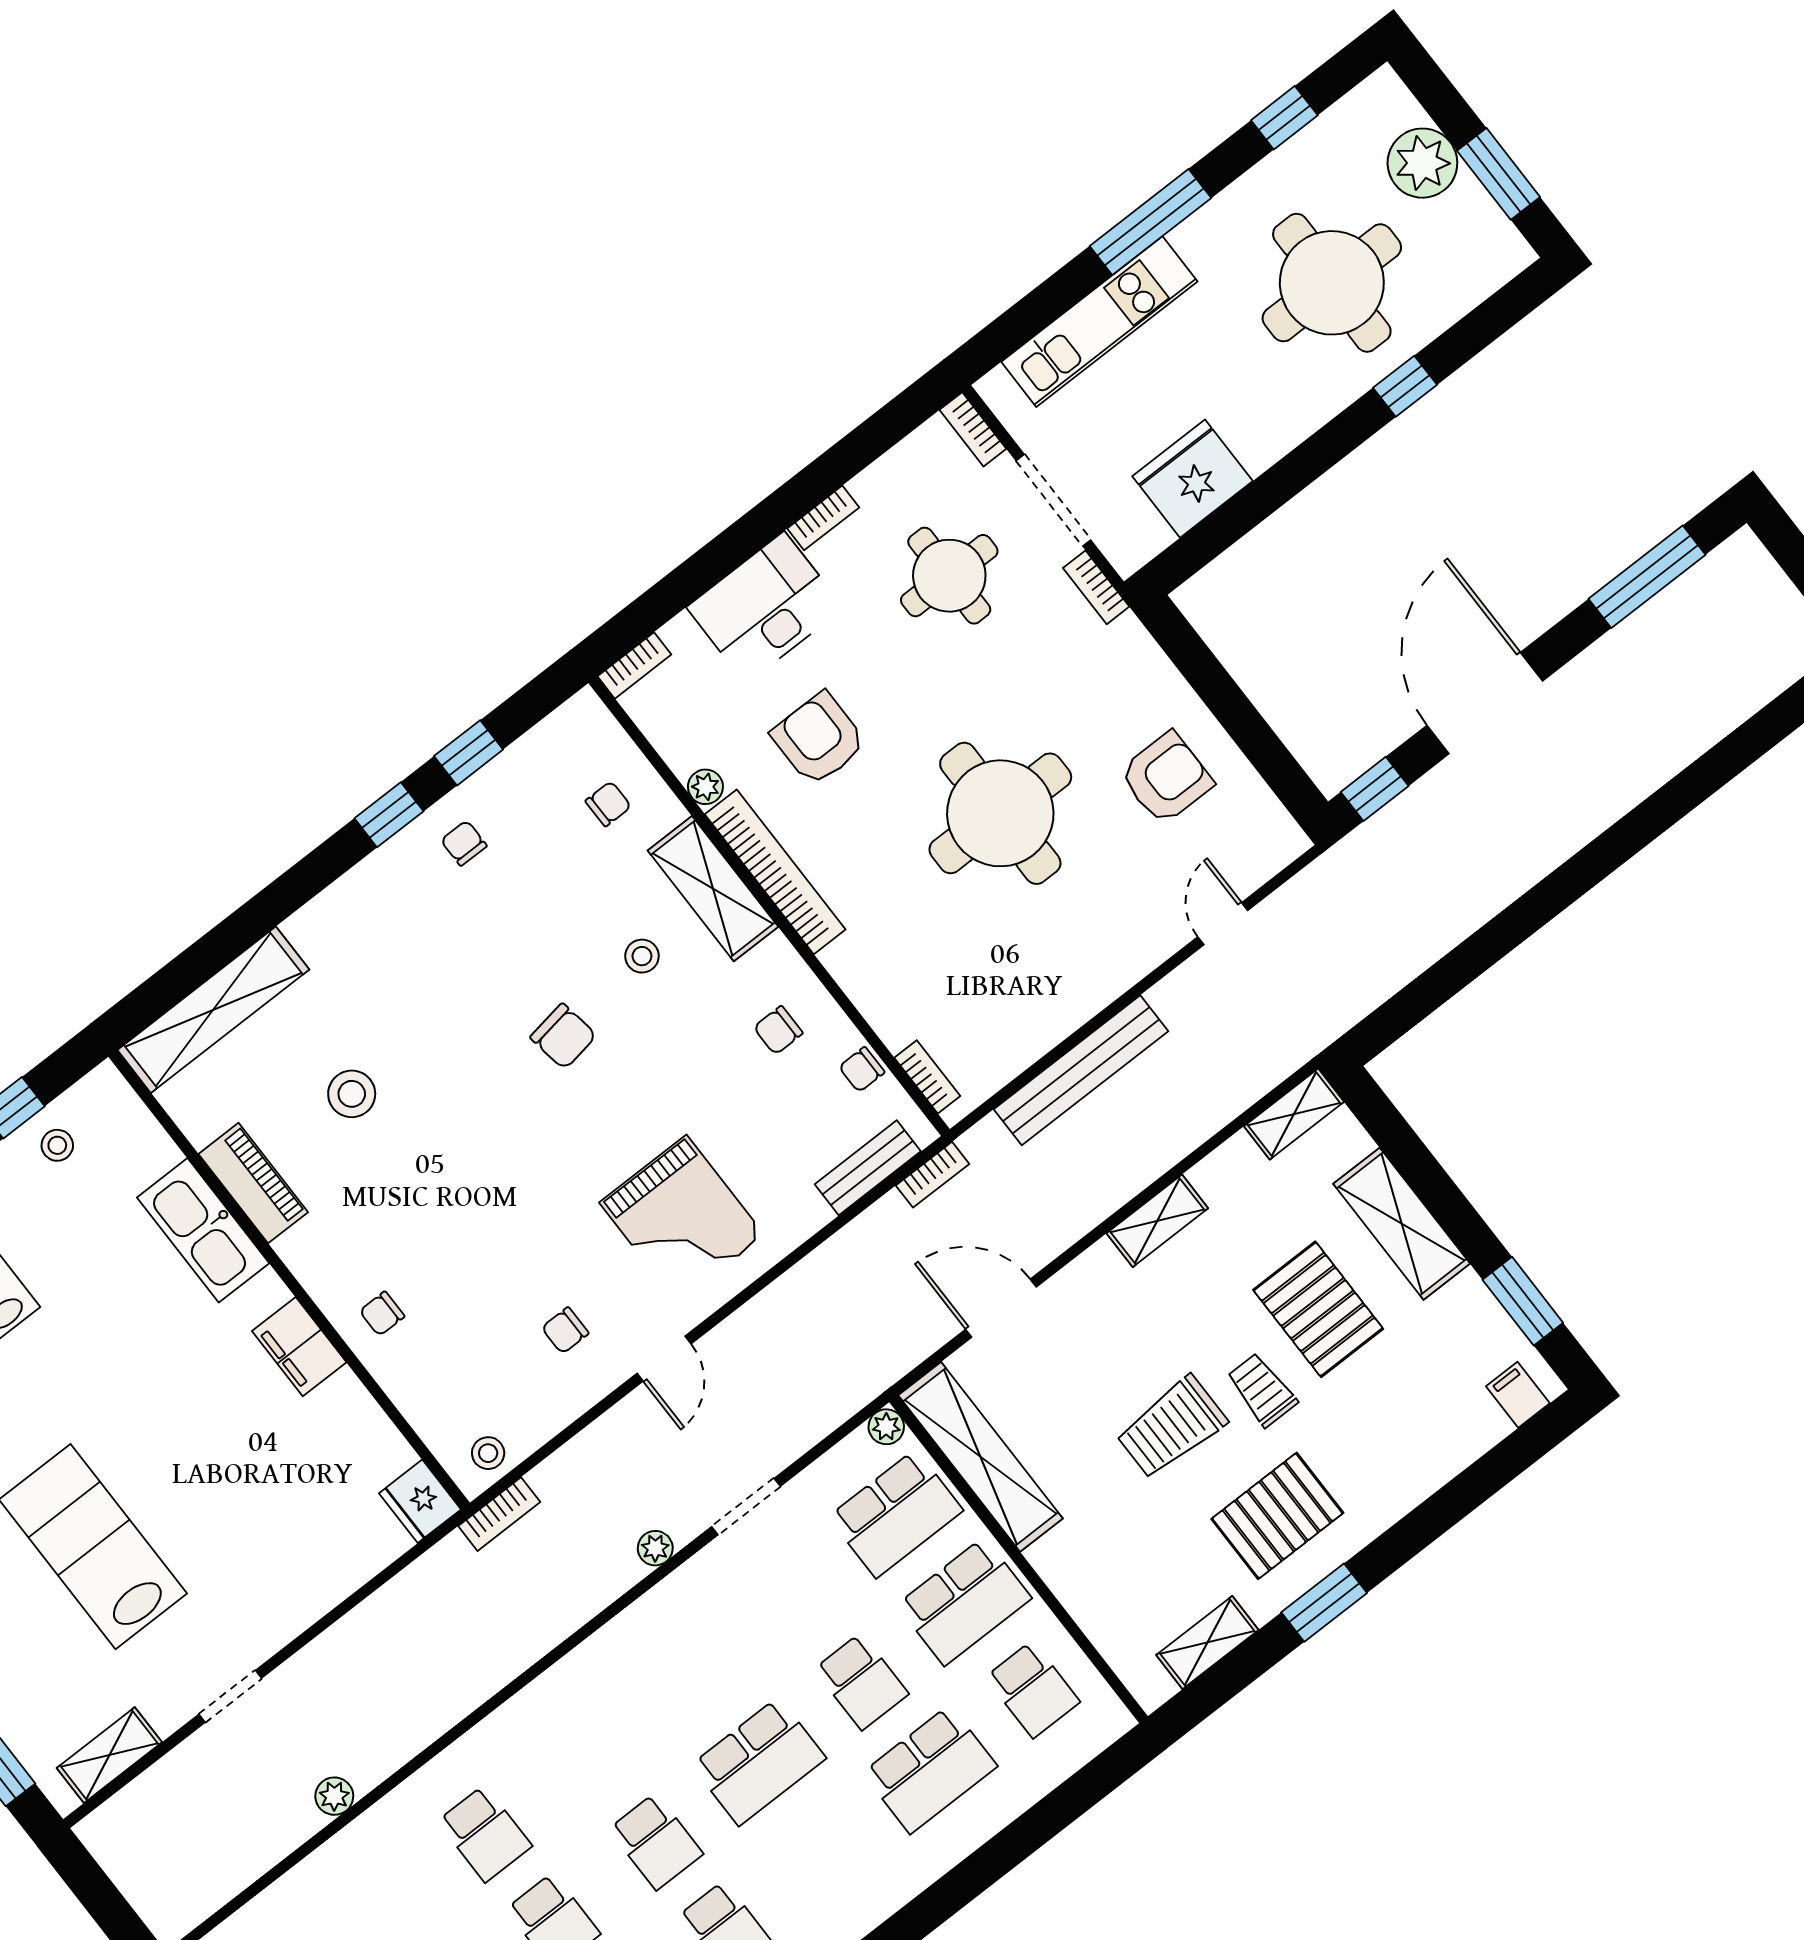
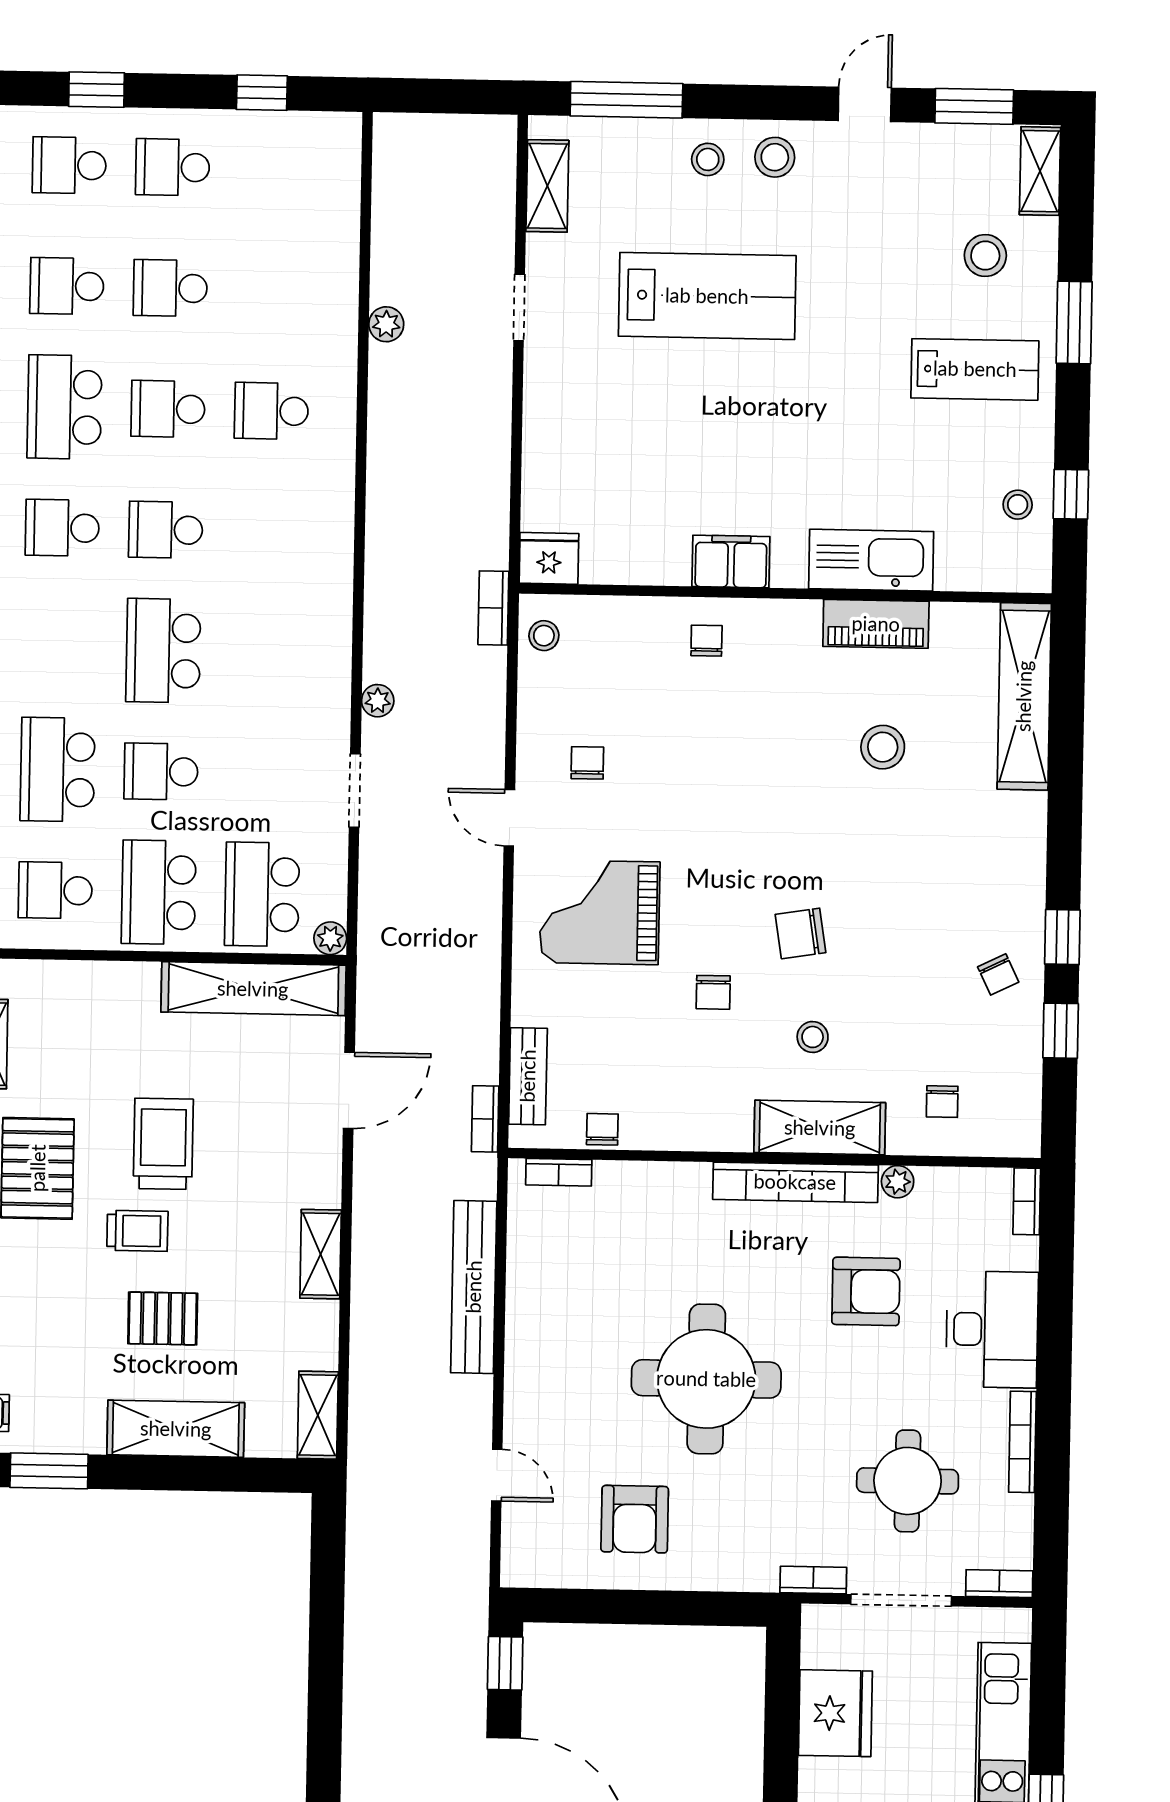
bookcase: (823, 518) -> (1022, 1442), width x1.56
chair: (464, 843) -> (998, 974), turned 64
chair: (778, 1030) -> (713, 992), moved, turned 180
pallet: (1318, 1309) -> (163, 1318), width x0.67, depth x0.71

